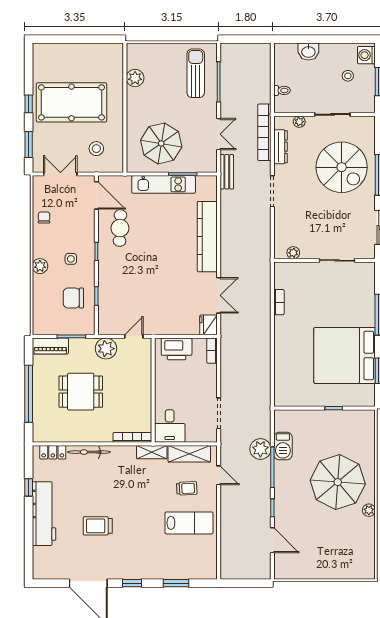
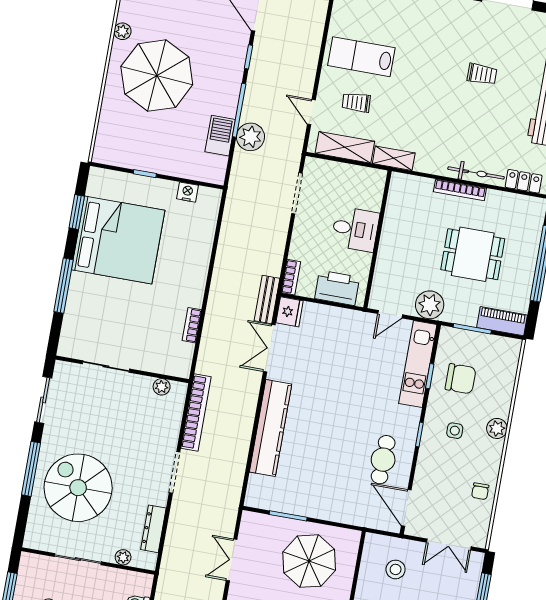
bookcase: (264, 132) -> (196, 412), moved
bench: (227, 172) -> (267, 300), moved
kitchen unit: (164, 184) -> (418, 364), moved, turned -90
nightstand: (300, 400) -> (187, 192), added
desk: (170, 426) -> (355, 229), moved, turned 90
bookcase: (132, 437) -> (460, 190), moved
trolley: (98, 526) -> (482, 74), width x0.73, depth x0.72

